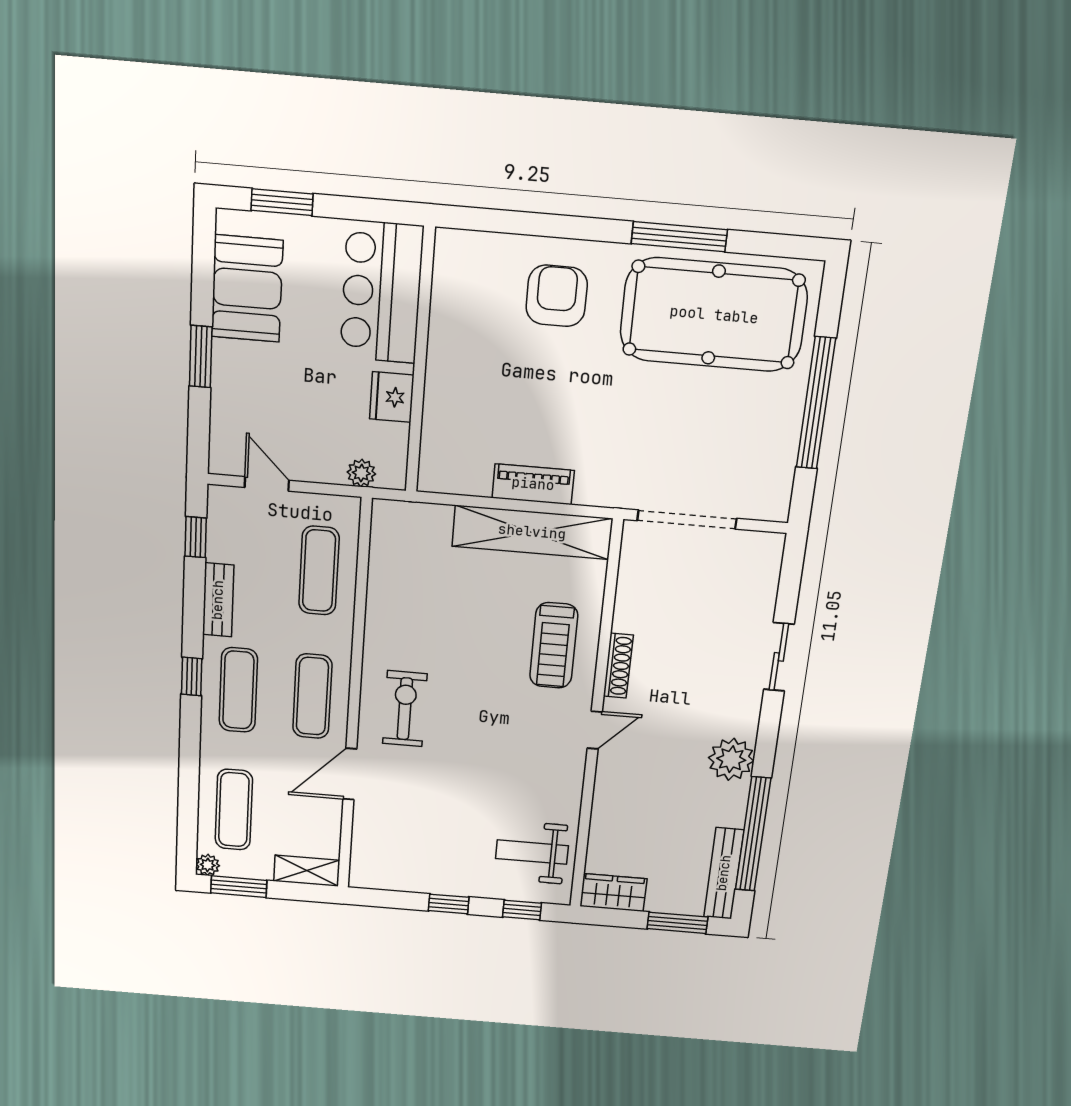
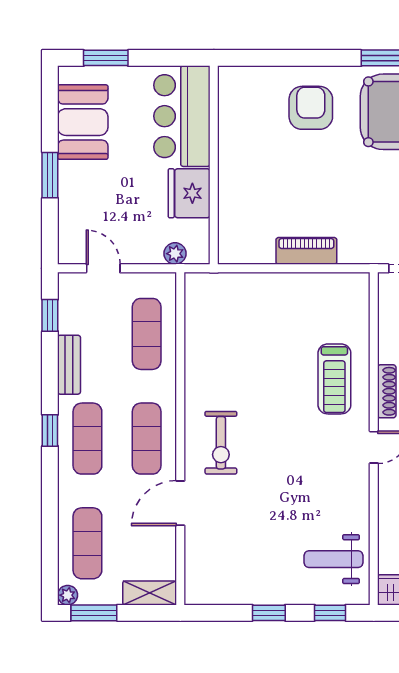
fridge: (392, 397) -> (189, 193), width x1.36, depth x1.34
shelving: (532, 532) -> (309, 289), removed
exercise bike: (405, 709) -> (221, 443), turned 180

